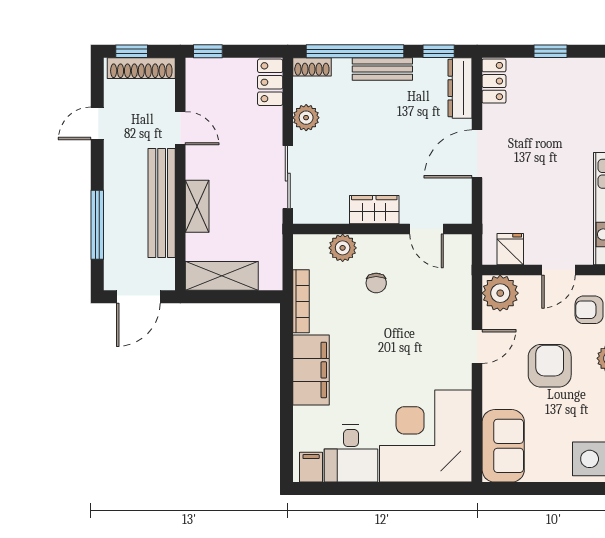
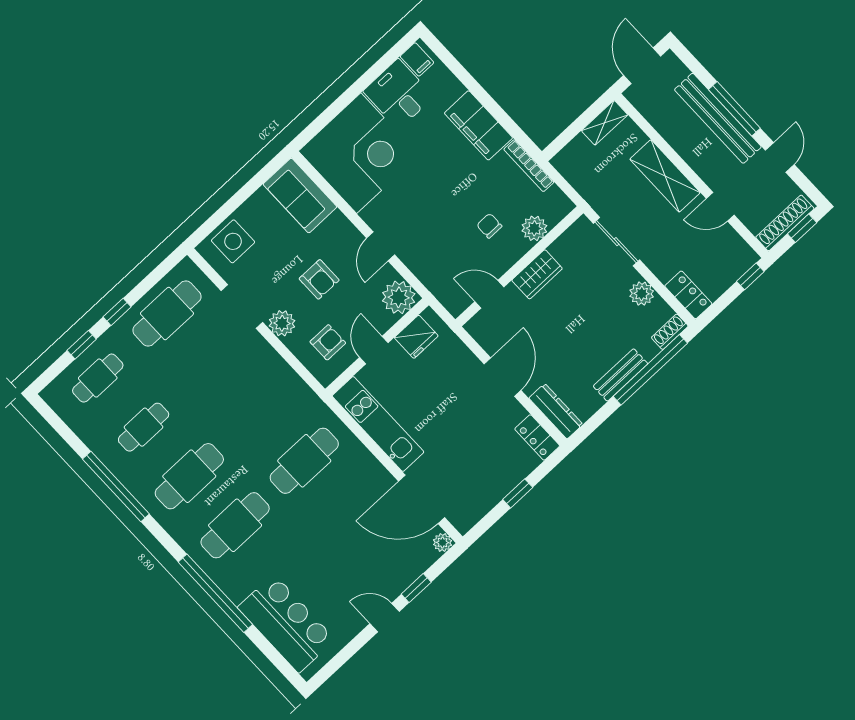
window: (439, 51) -> (594, 423), removed
bench: (162, 203) -> (718, 118), moved
shelving: (197, 206) -> (665, 176), width x1.50, depth x1.33
window: (97, 225) -> (734, 109), moved
fridge: (510, 249) -> (416, 337), width x1.38
shelving: (222, 276) -> (605, 123), width x0.67, depth x0.75
armchair: (550, 366) -> (319, 279), width x0.72, depth x0.72

